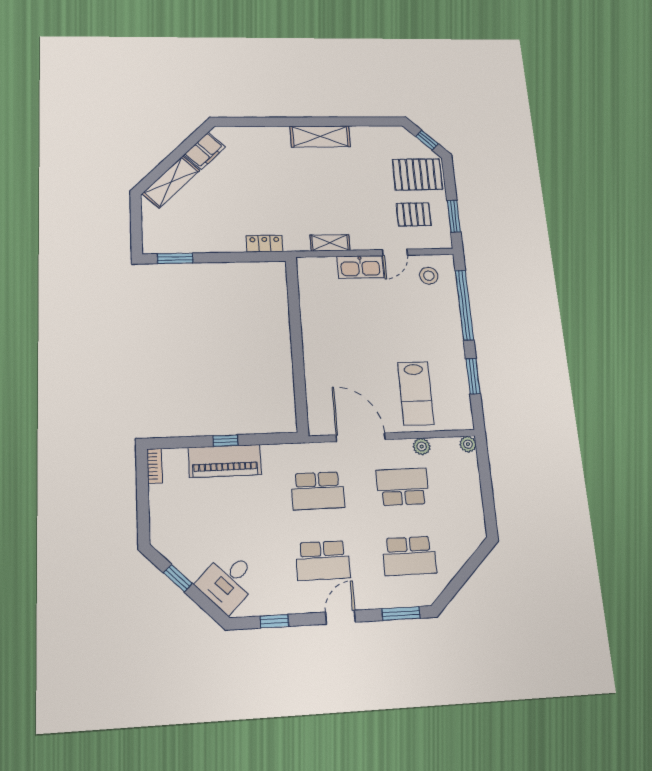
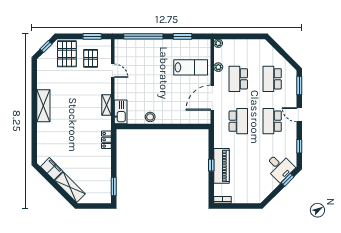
kitchen sink: (360, 267) -> (121, 112), moved
stool: (429, 276) -> (150, 117), moved
school desk: (409, 556) -> (272, 79), turned 180
school desk: (323, 560) -> (272, 121), turned 180
window: (178, 578) -> (288, 180), moved

